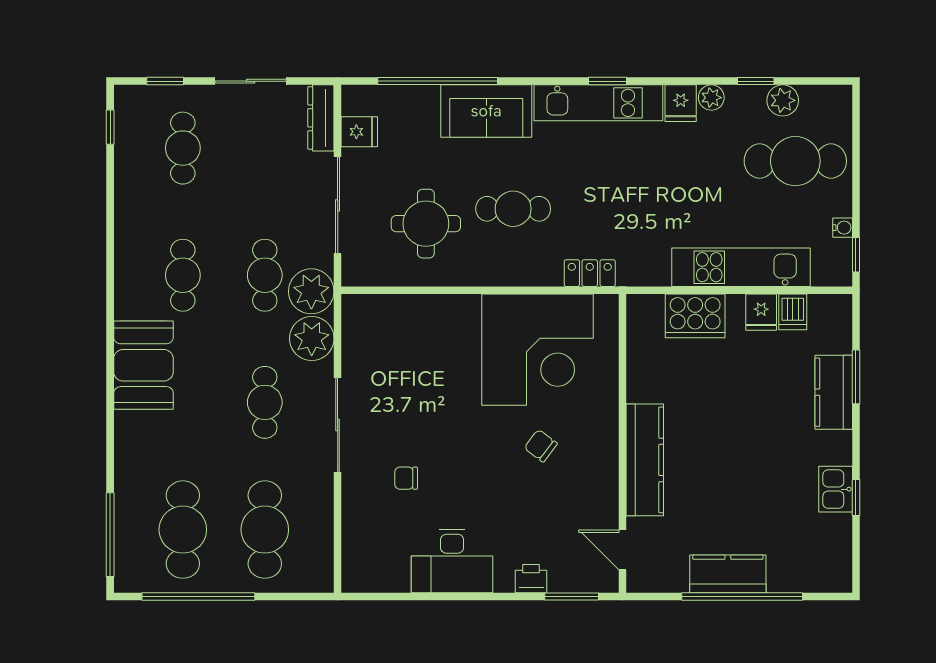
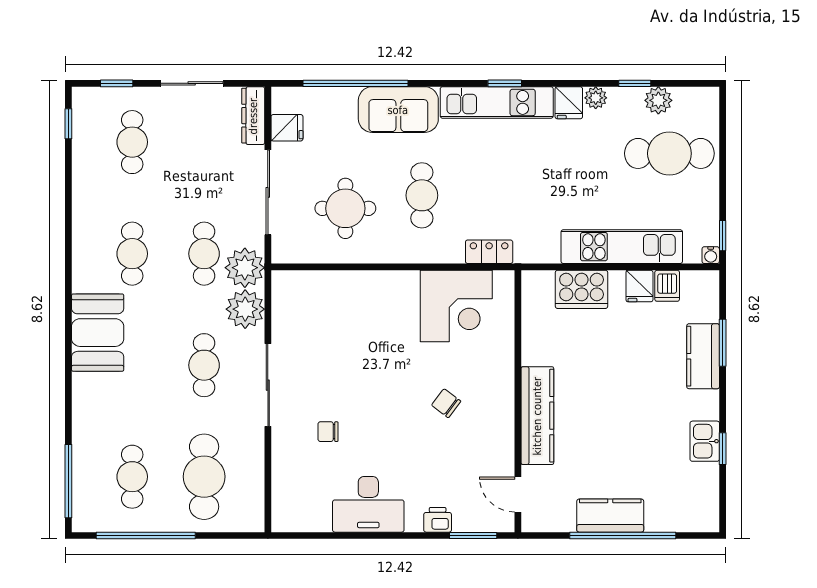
cafe table: (513, 209) -> (422, 195), turned 90
water cooler: (843, 228) -> (711, 255), moved, turned 90
corner desk: (538, 350) -> (456, 306), width x0.74, depth x0.74
cafe table: (183, 530) -> (132, 477), width x0.73, depth x0.74

